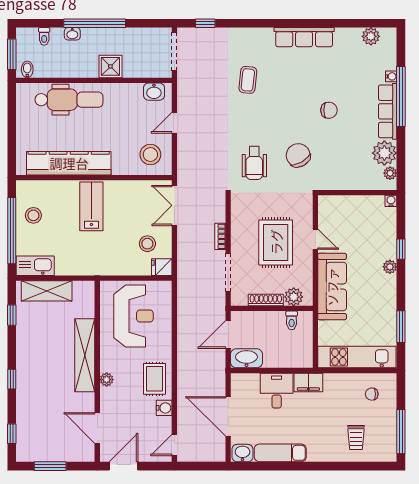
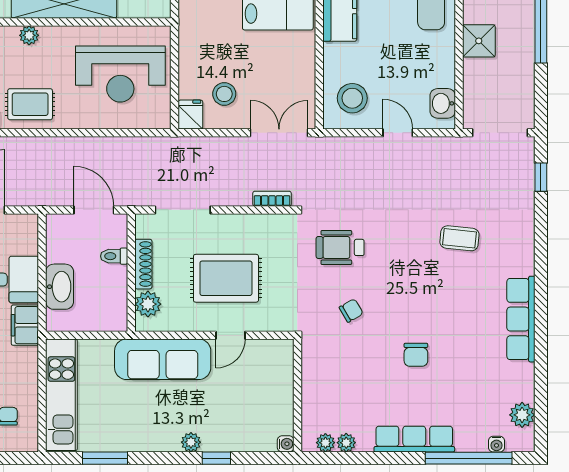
water cooler: (391, 76) -> (496, 444), moved
window: (401, 97) -> (469, 458), moved
plant: (384, 153) -> (346, 443), width x0.53, depth x0.53
chair: (298, 155) -> (351, 311), width x0.54, depth x0.54
bookcase: (220, 236) -> (272, 199), moved
toilet: (292, 320) -> (114, 256), moved
washbasin: (246, 358) -> (60, 287), moved

